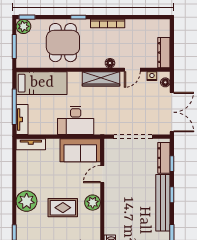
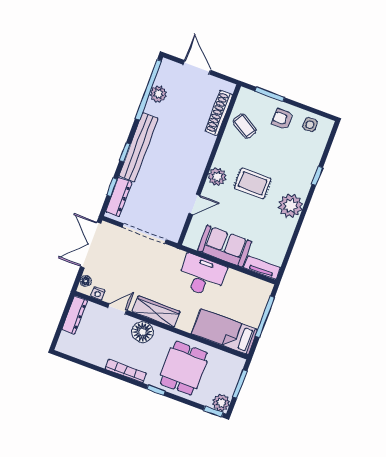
floor lamp: (110, 63) -> (142, 332), width x1.89, depth x1.89
tv unit: (22, 120) -> (261, 299), removed
sofa: (80, 150) -> (225, 246), moved

